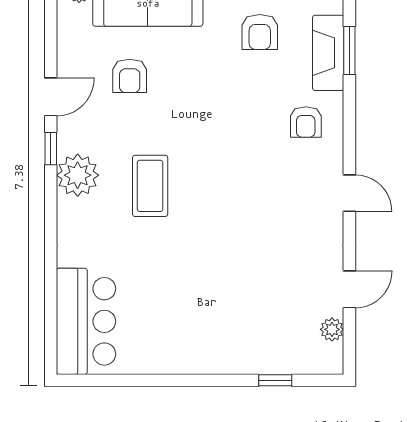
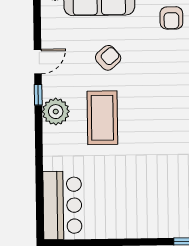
armchair: (130, 76) -> (108, 58), moved, turned -131
coffee table: (150, 186) -> (102, 118), width x1.36, depth x1.32

